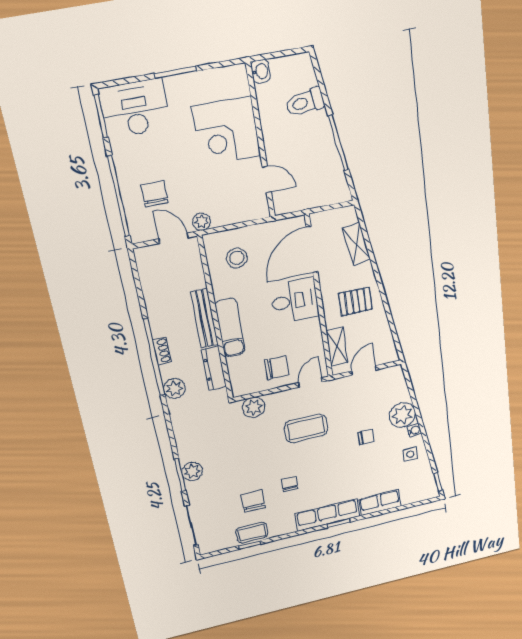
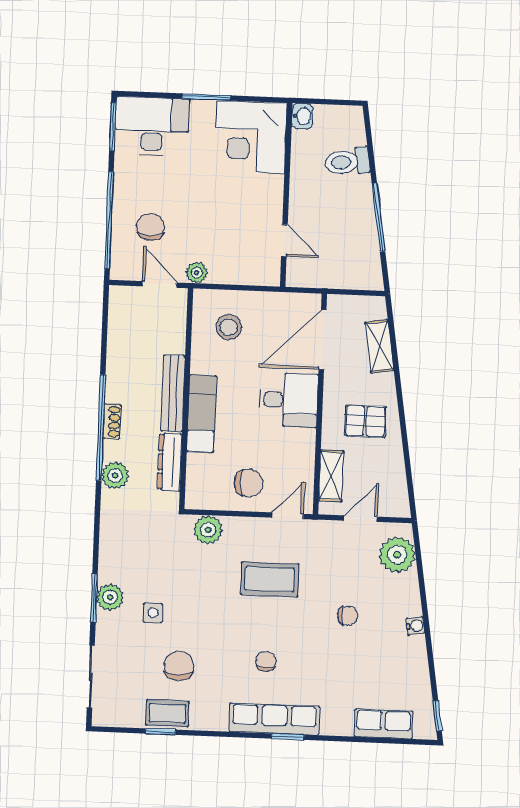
corner desk: (226, 131) -> (251, 137), moved
plant: (402, 415) -> (397, 555), moved
side table: (410, 454) -> (153, 613), moved
chair: (289, 484) -> (266, 662), moved
row of seats: (380, 503) -> (383, 724), moved

